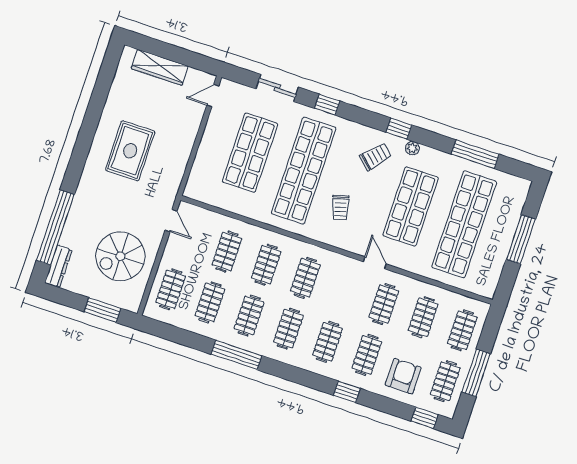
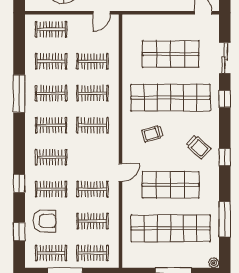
plant: (412, 148) -> (214, 263), moved
window: (425, 418) -> (19, 232), moved

